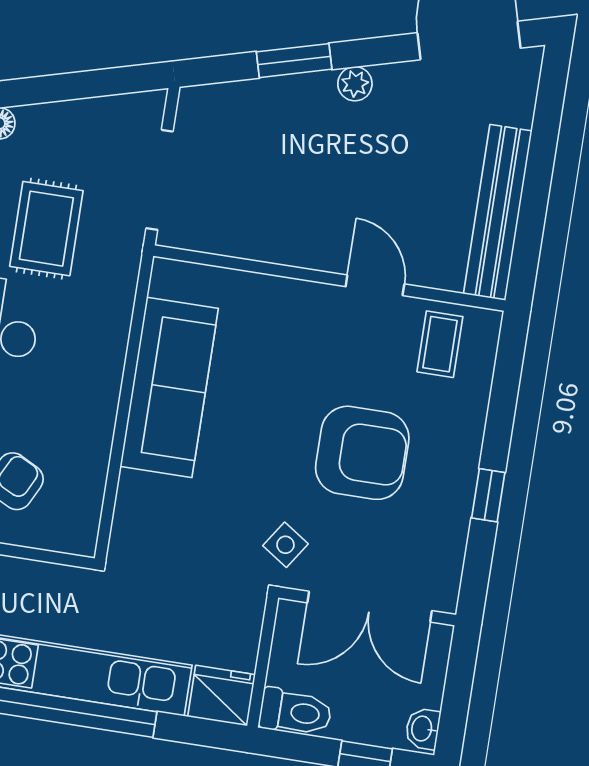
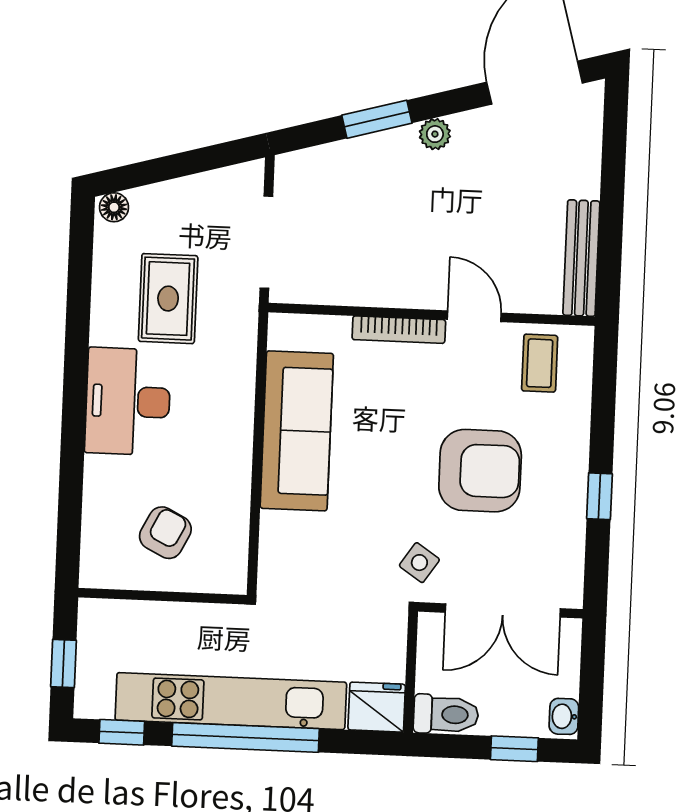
bench: (498, 212) -> (581, 258), width x0.73, depth x0.82
bookcase: (292, 291) -> (399, 330), added

